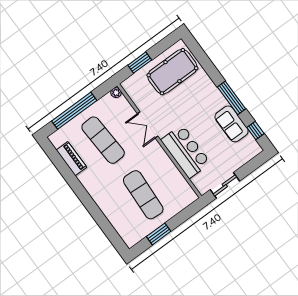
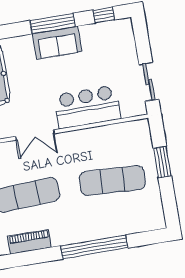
sofa: (232, 124) -> (57, 43), moved
window: (91, 205) -> (94, 247), added
window: (159, 234) -> (162, 162), moved

